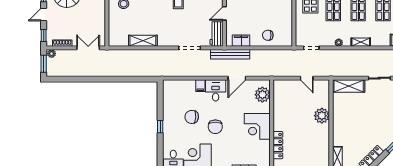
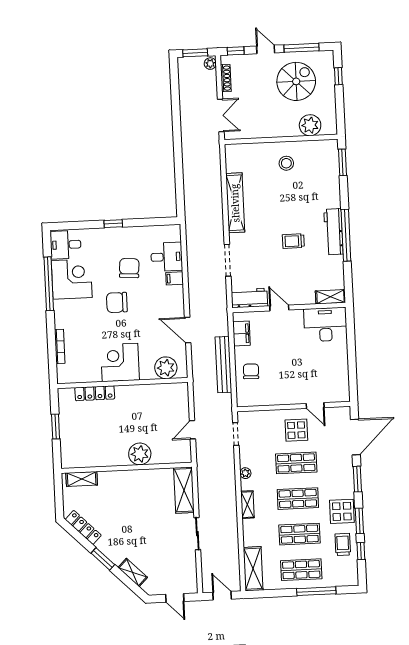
shelving: (143, 41) -> (235, 203), width x1.47
bench: (230, 54) -> (223, 365), moved
desk: (216, 90) -> (167, 257), moved

